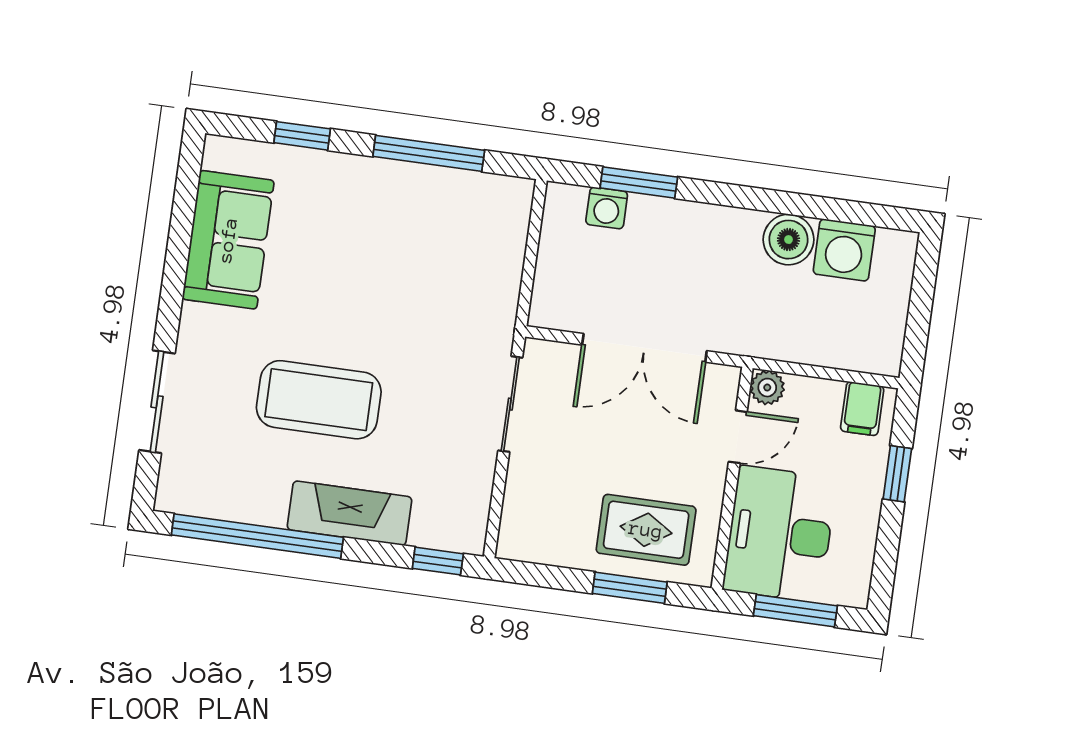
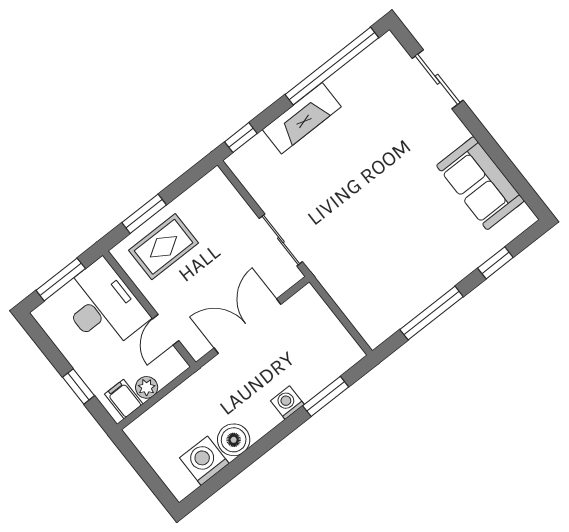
washing machine: (607, 208) -> (287, 403), moved
plant: (767, 388) -> (147, 387), moved
coffee table: (319, 400) -> (367, 154), removed

